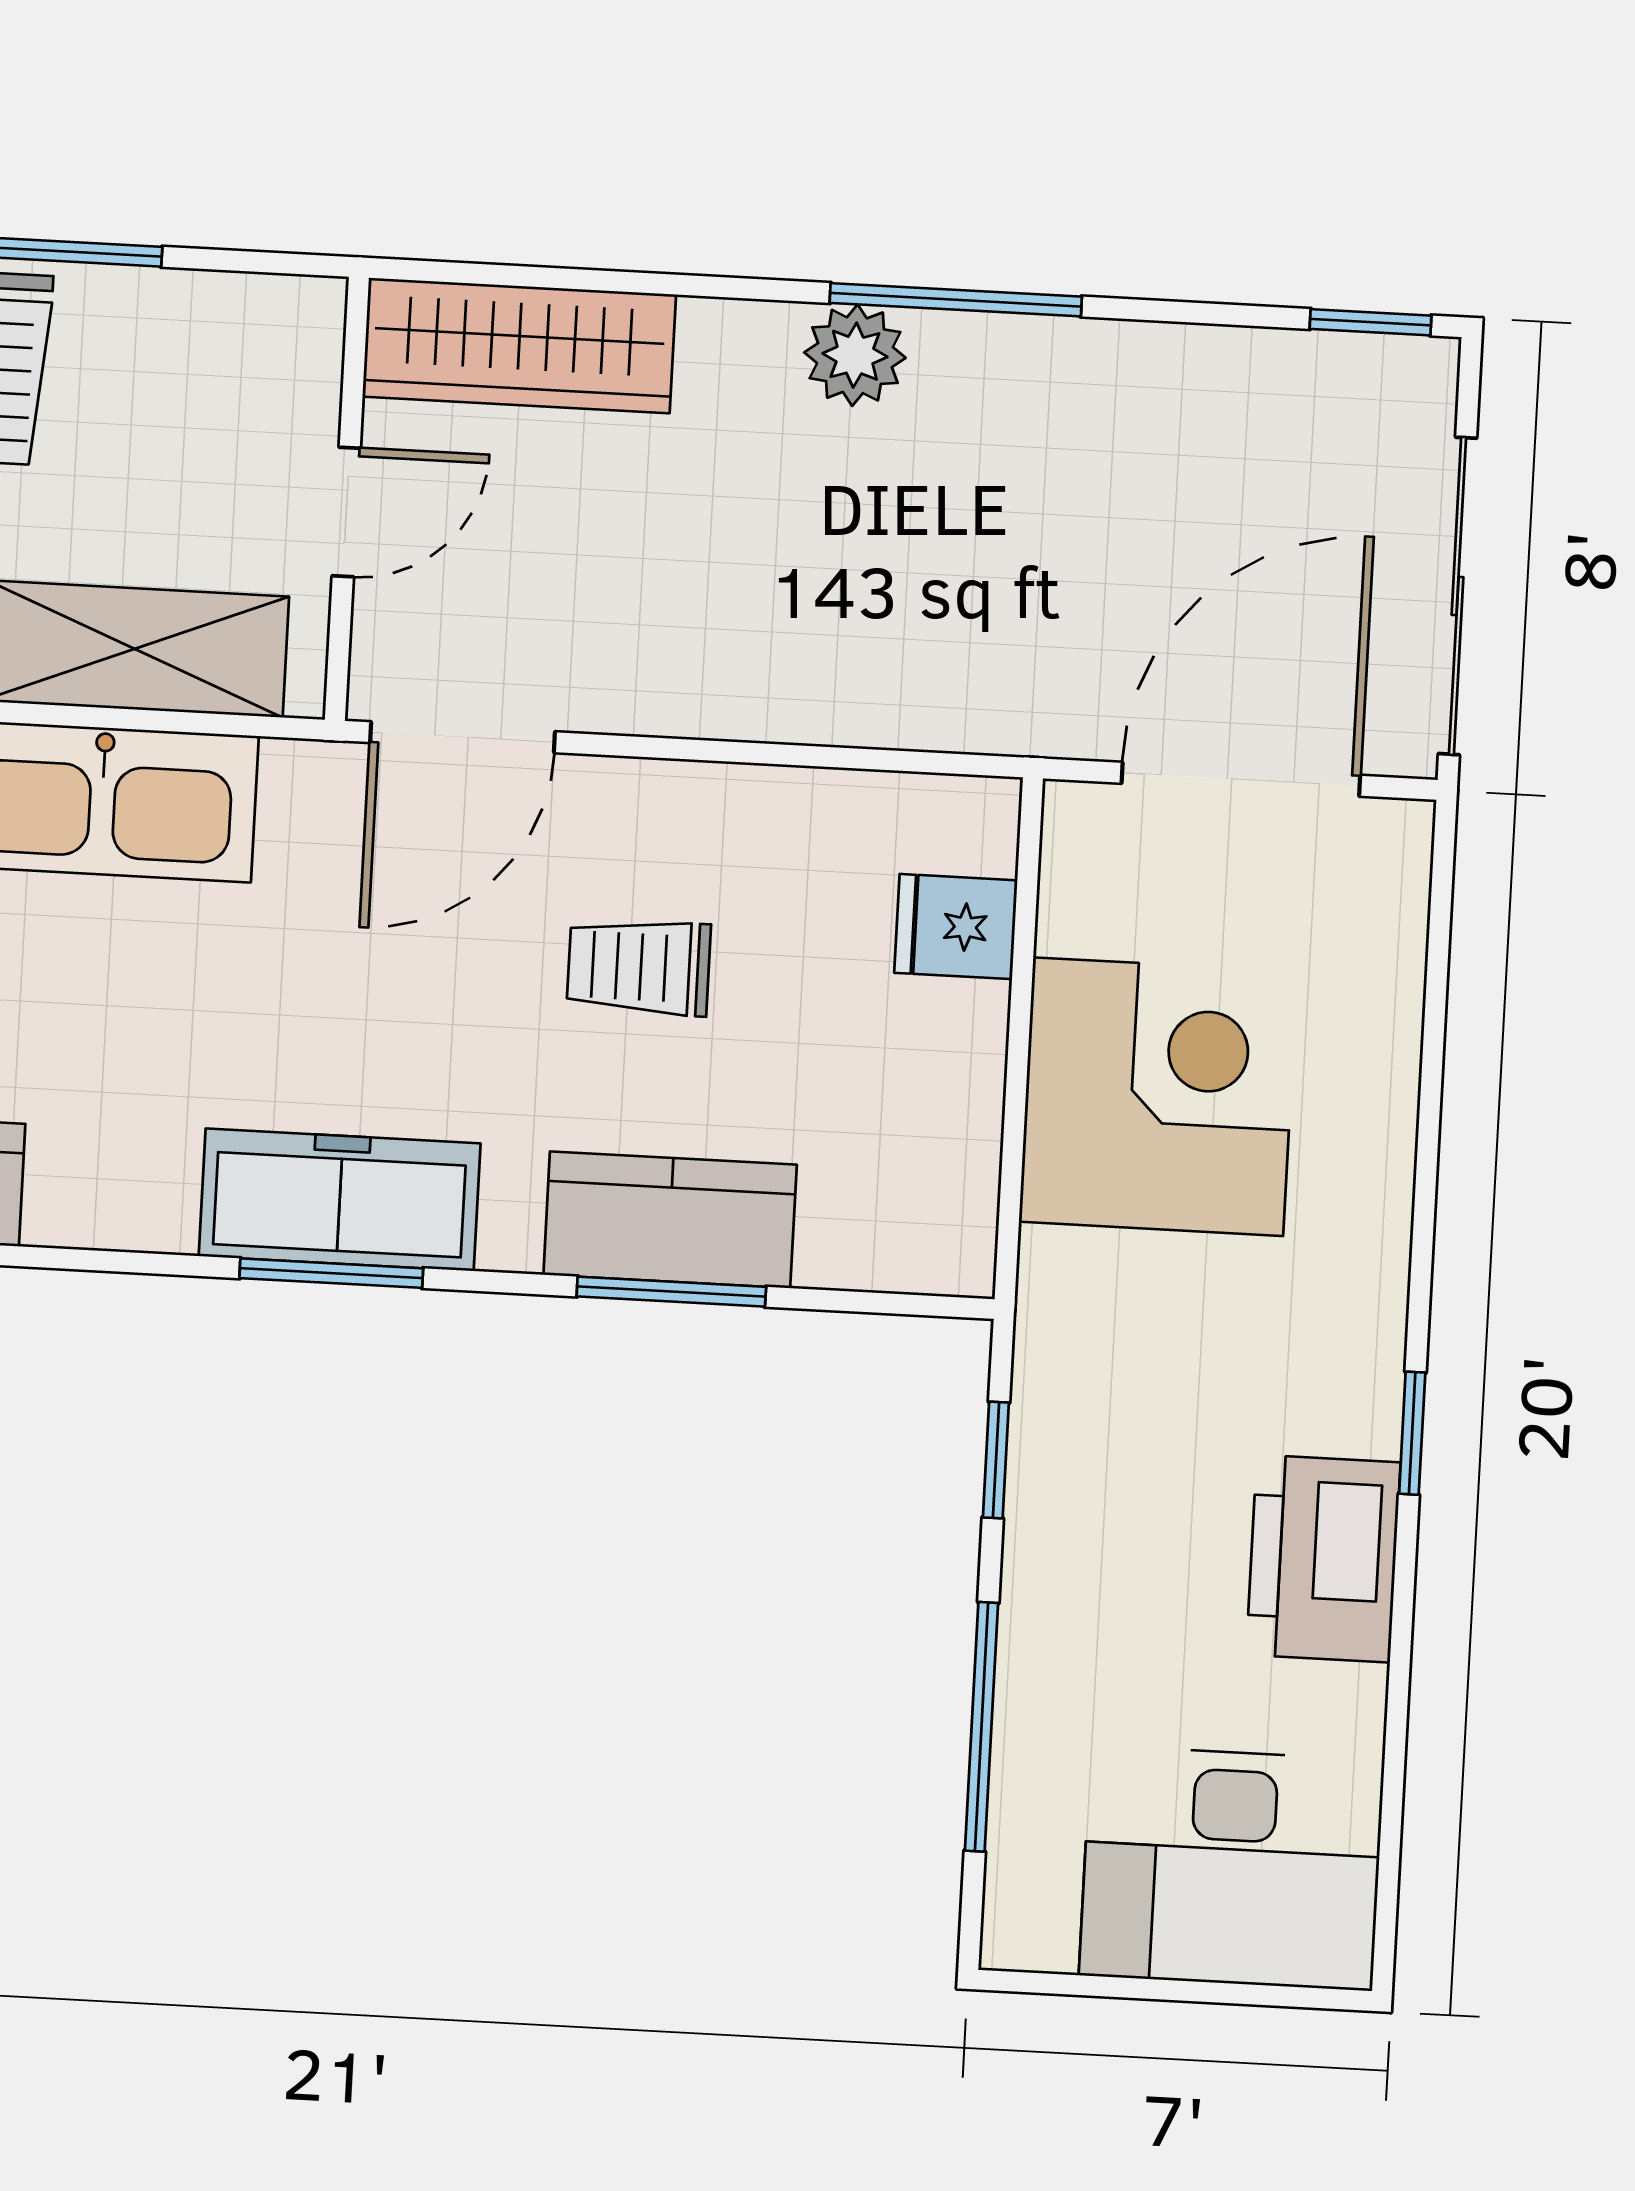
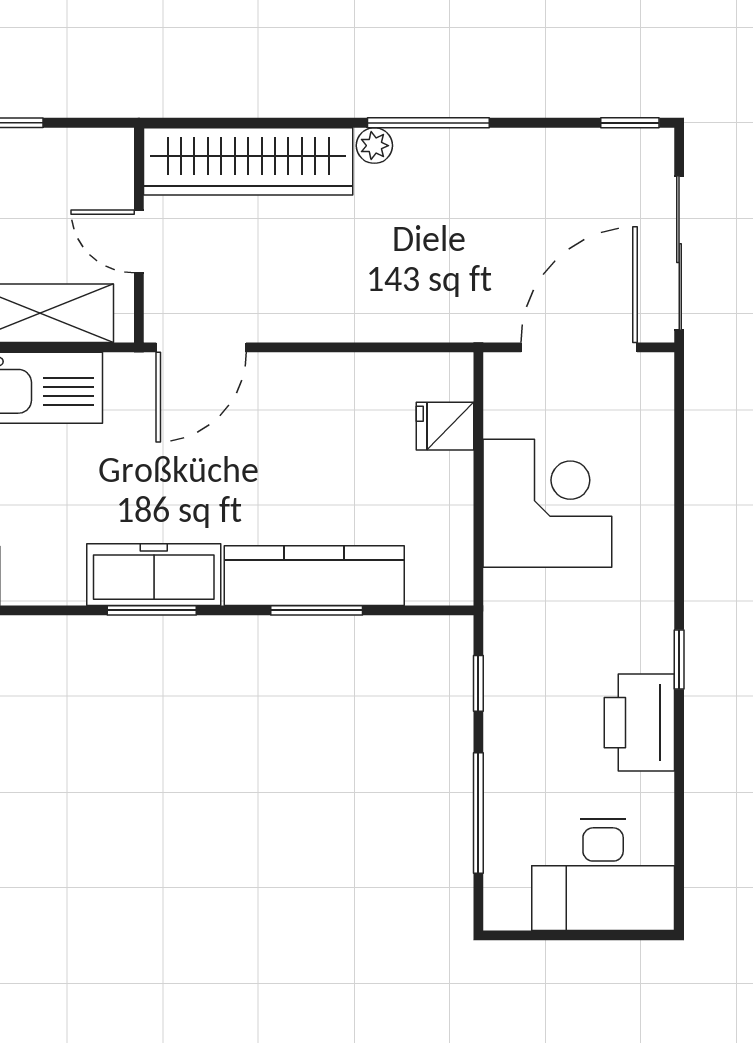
wardrobe: (519, 346) -> (248, 161), width x1.40, depth x1.17
plant: (855, 355) -> (374, 146), width x0.73, depth x0.73
door: (346, 512) -> (139, 241), swing flipped
trolley: (639, 967) -> (292, 454), removed
kitchen counter: (670, 1220) -> (314, 576), width x1.50

